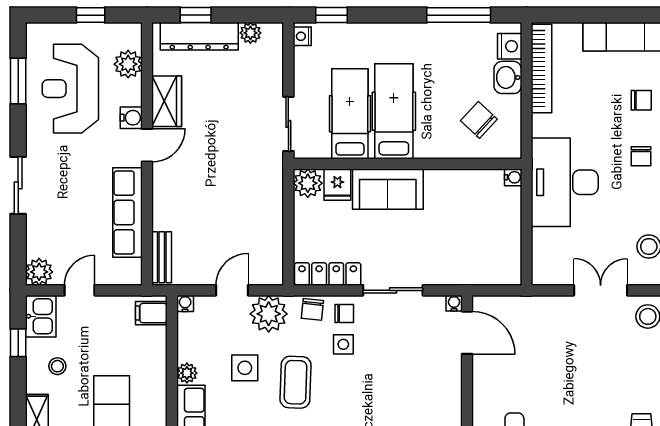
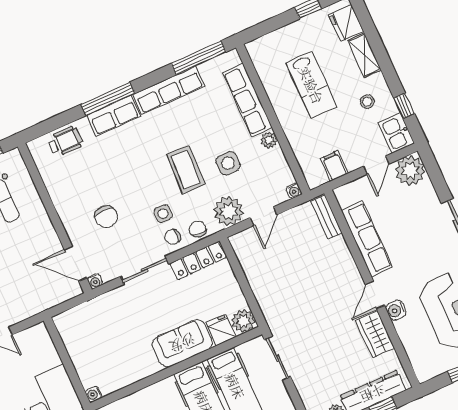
plant: (128, 64) -> (416, 349), removed
plant: (39, 272) -> (410, 171), width x1.36, depth x1.36
filing cabinet: (151, 313) -> (334, 166), moved, turned -90
chair: (409, 370) -> (106, 217), added

